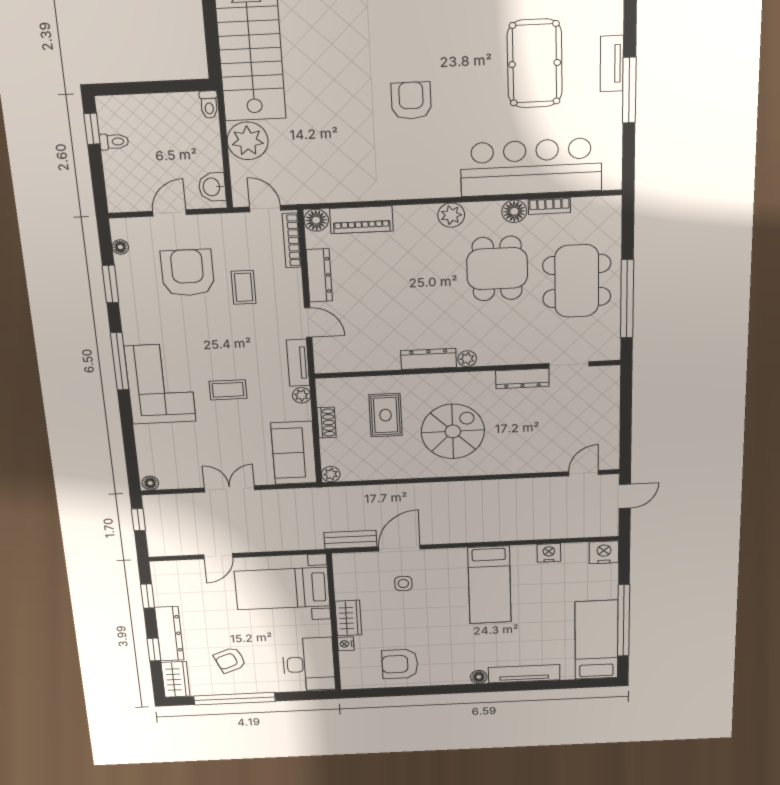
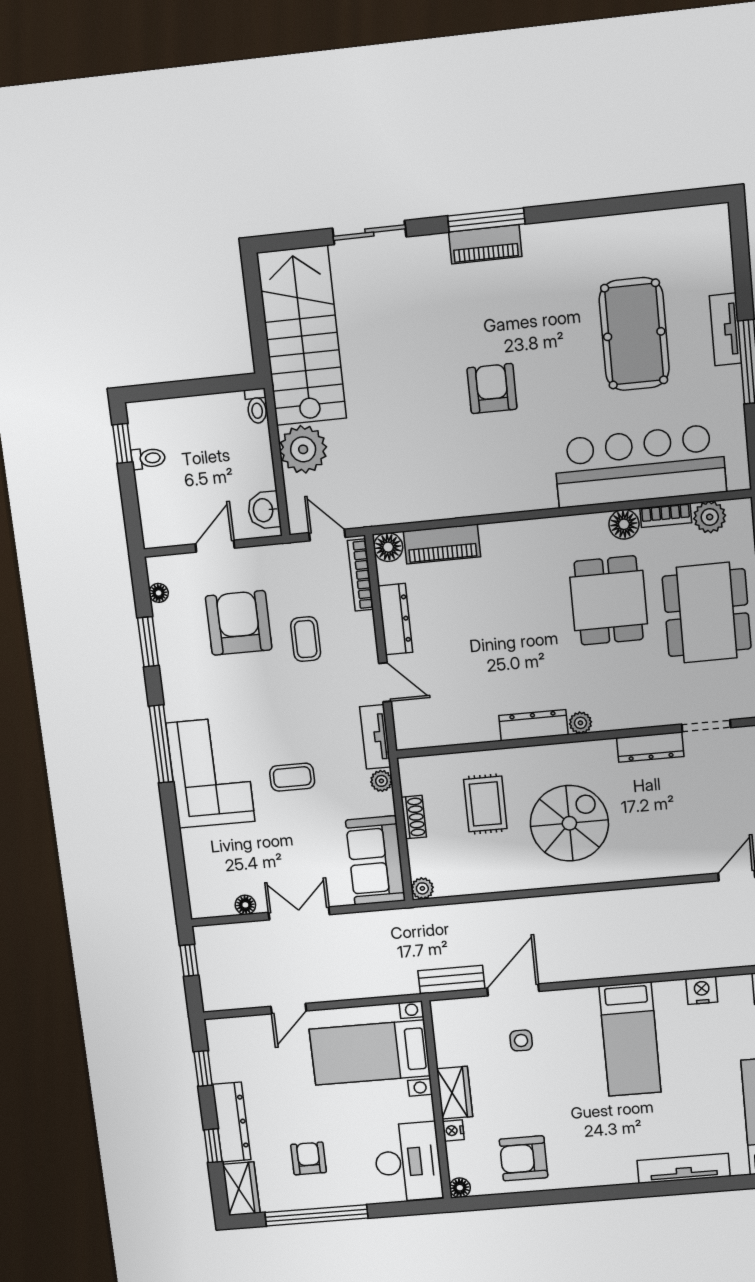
plant: (451, 215) -> (710, 517), moved
floor lamp: (150, 483) -> (245, 905), moved
armchair: (230, 660) -> (309, 1158), turned 112
floor lamp: (479, 677) -> (460, 1188), moved

